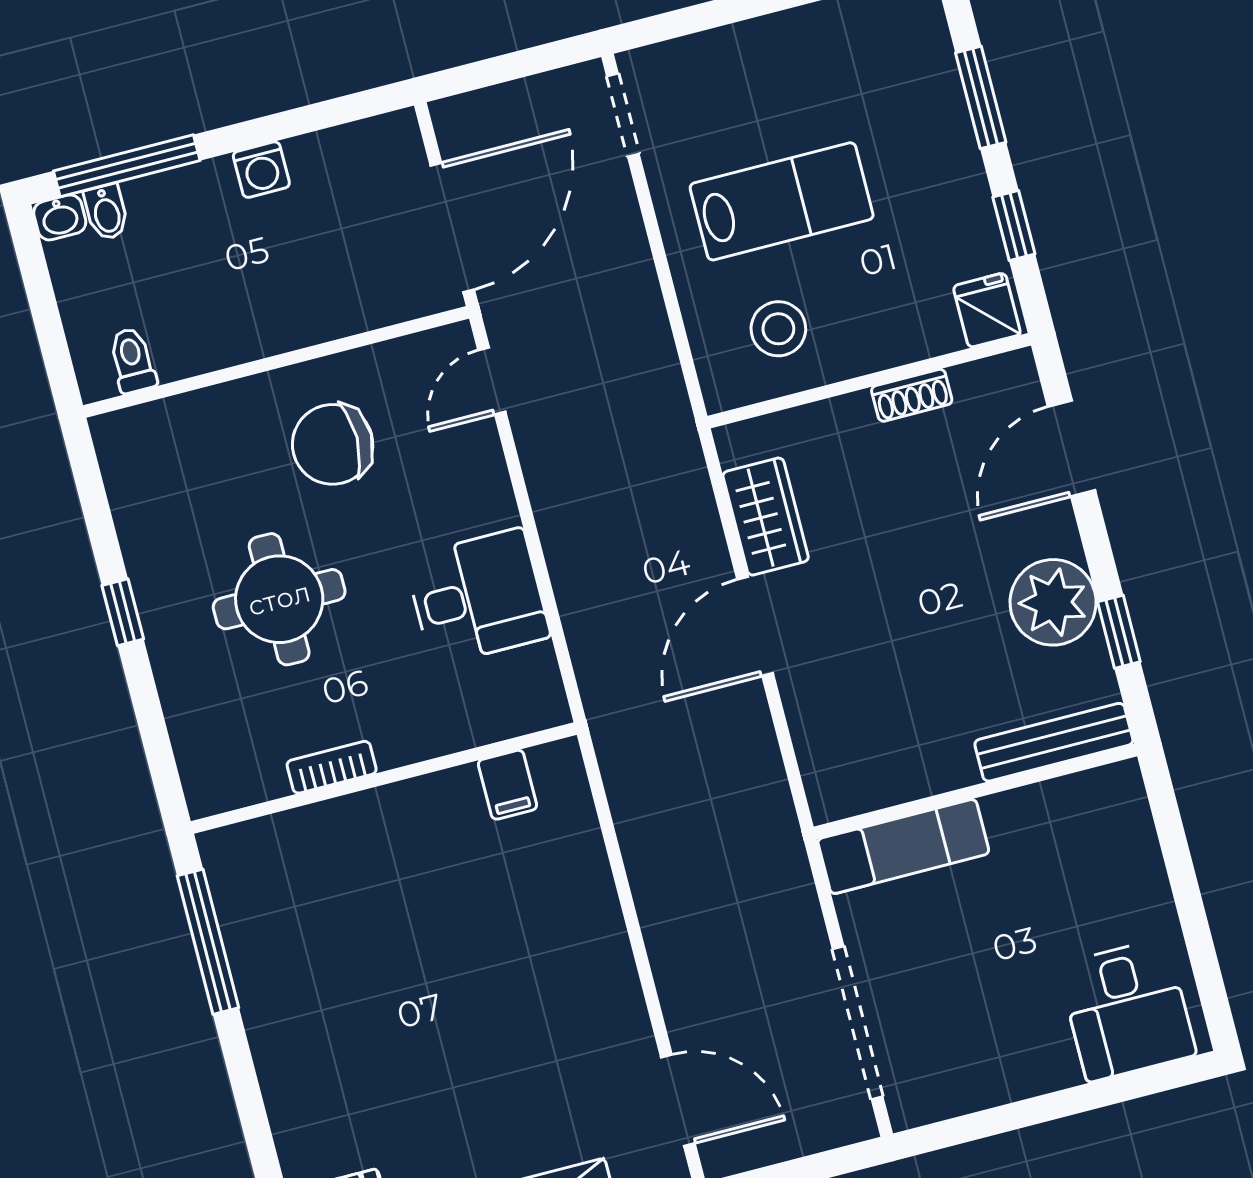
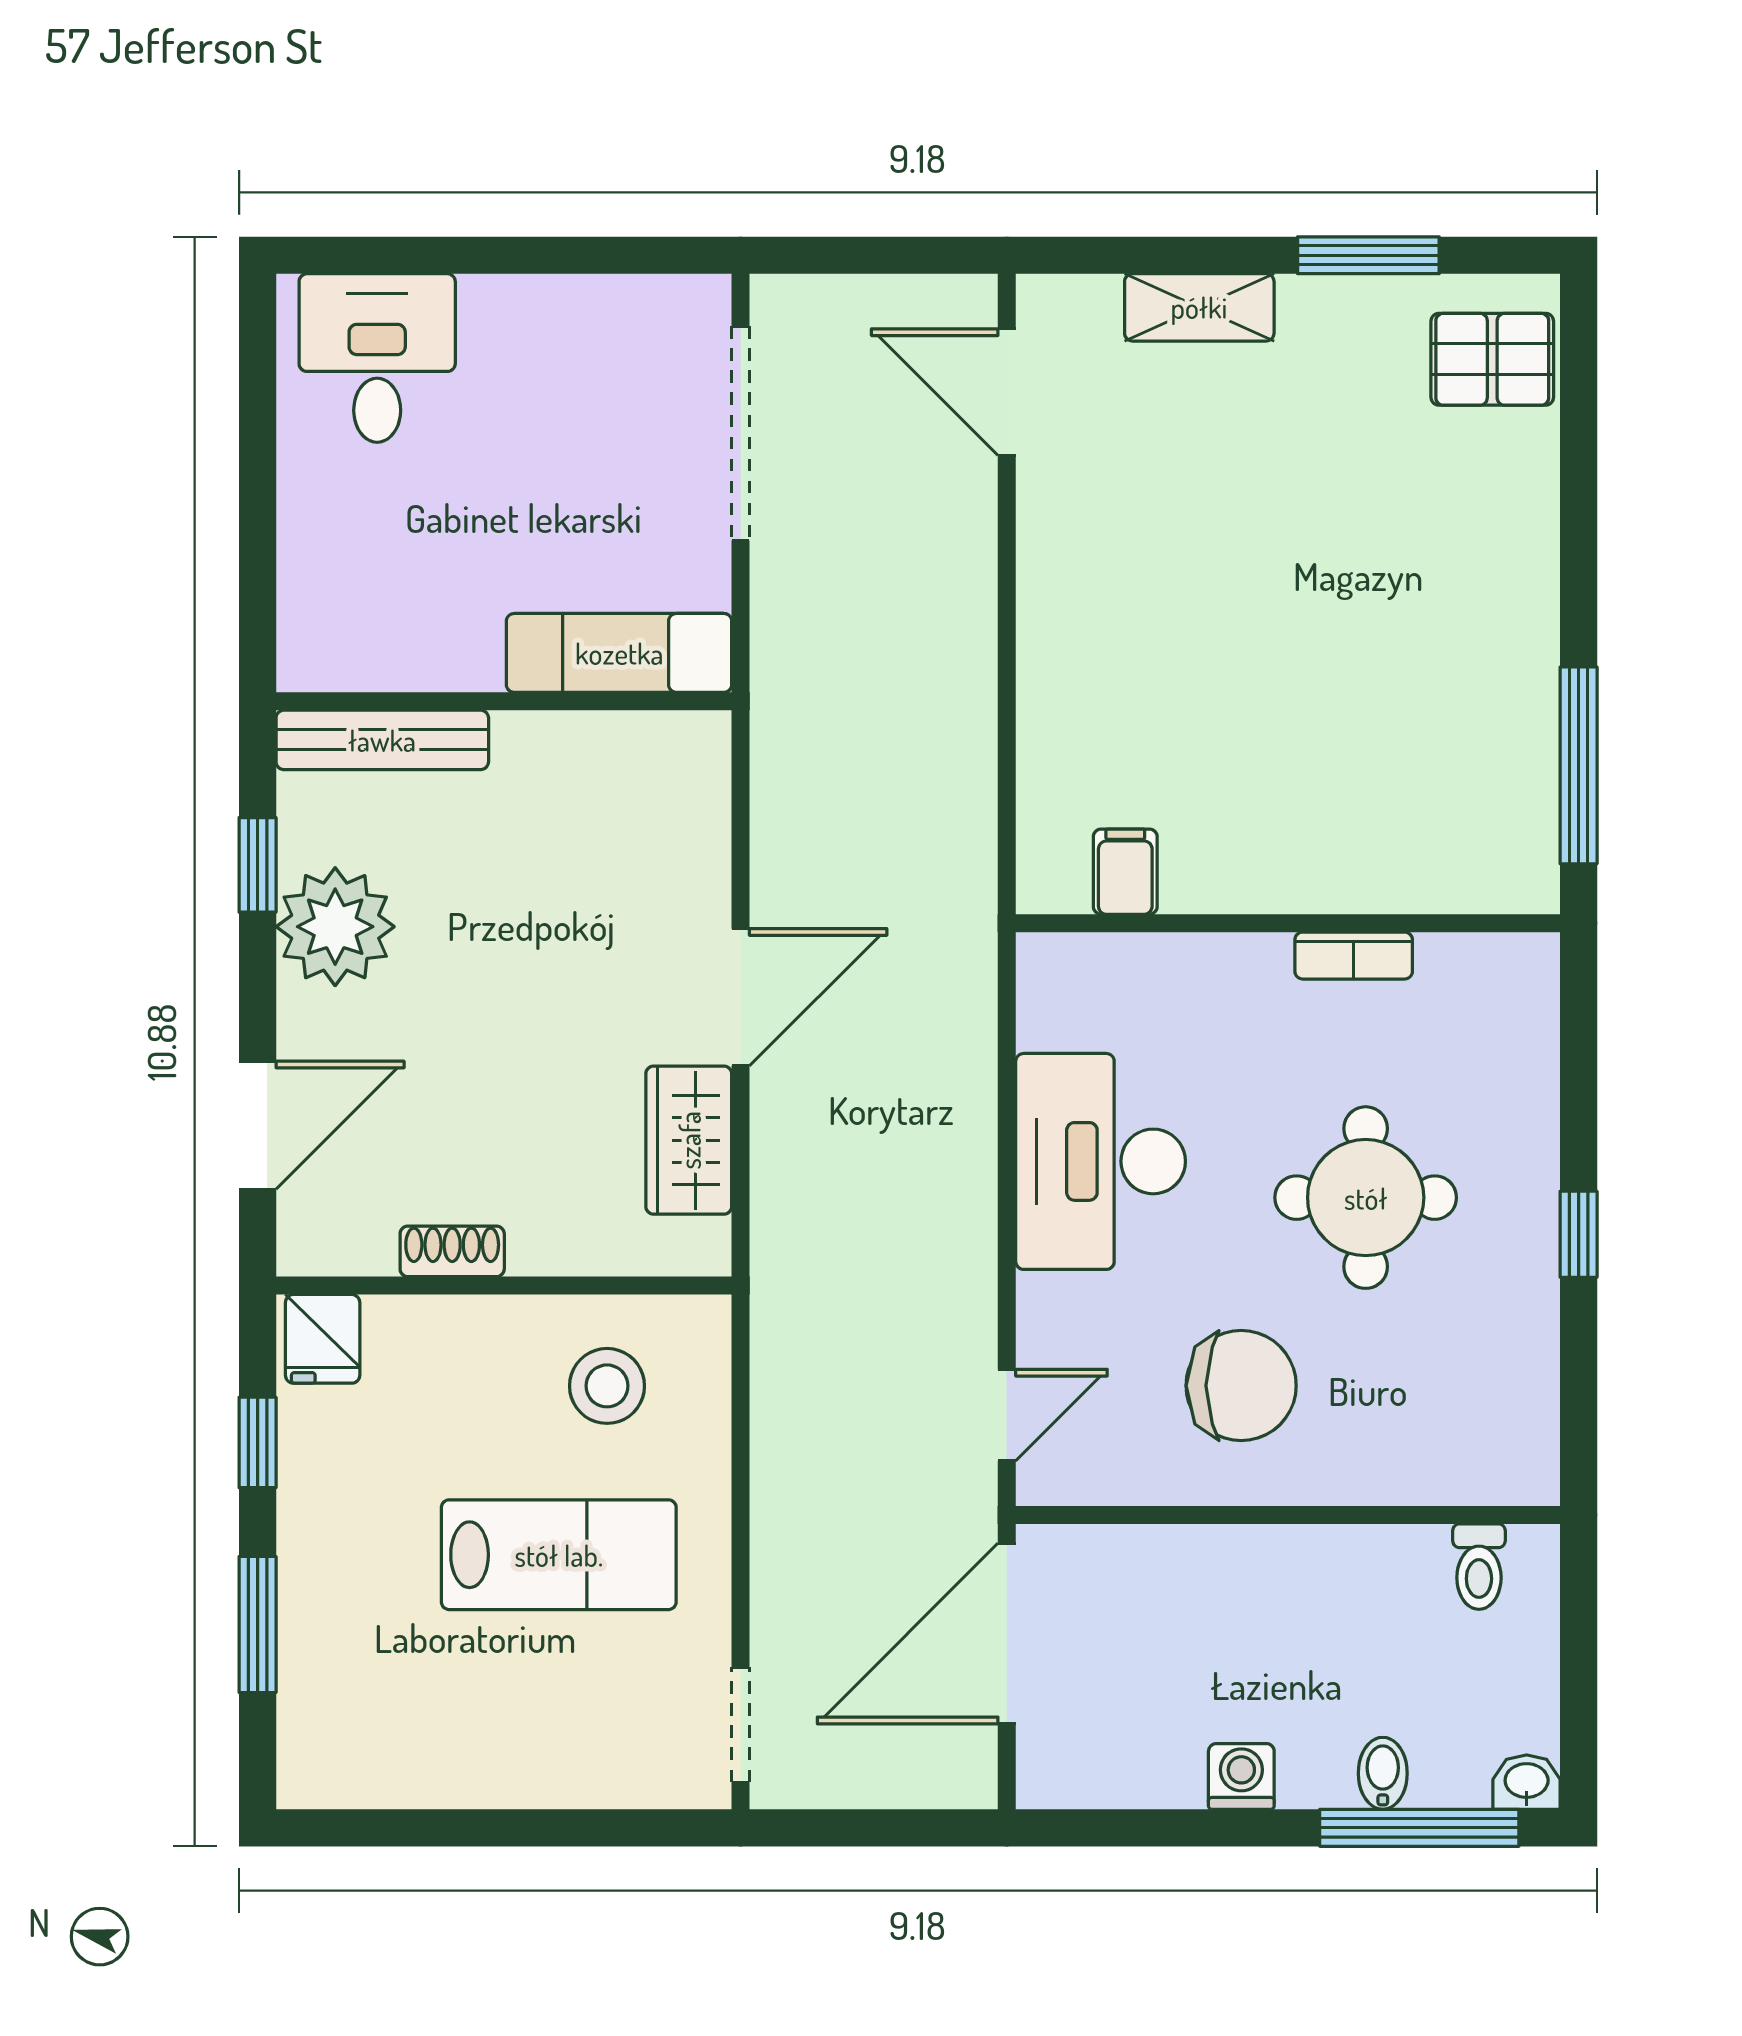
lab bench: (782, 201) -> (559, 1555), turned 180
bidet: (106, 212) -> (1383, 1773), moved
desk: (477, 597) -> (1101, 1161), width x1.37

